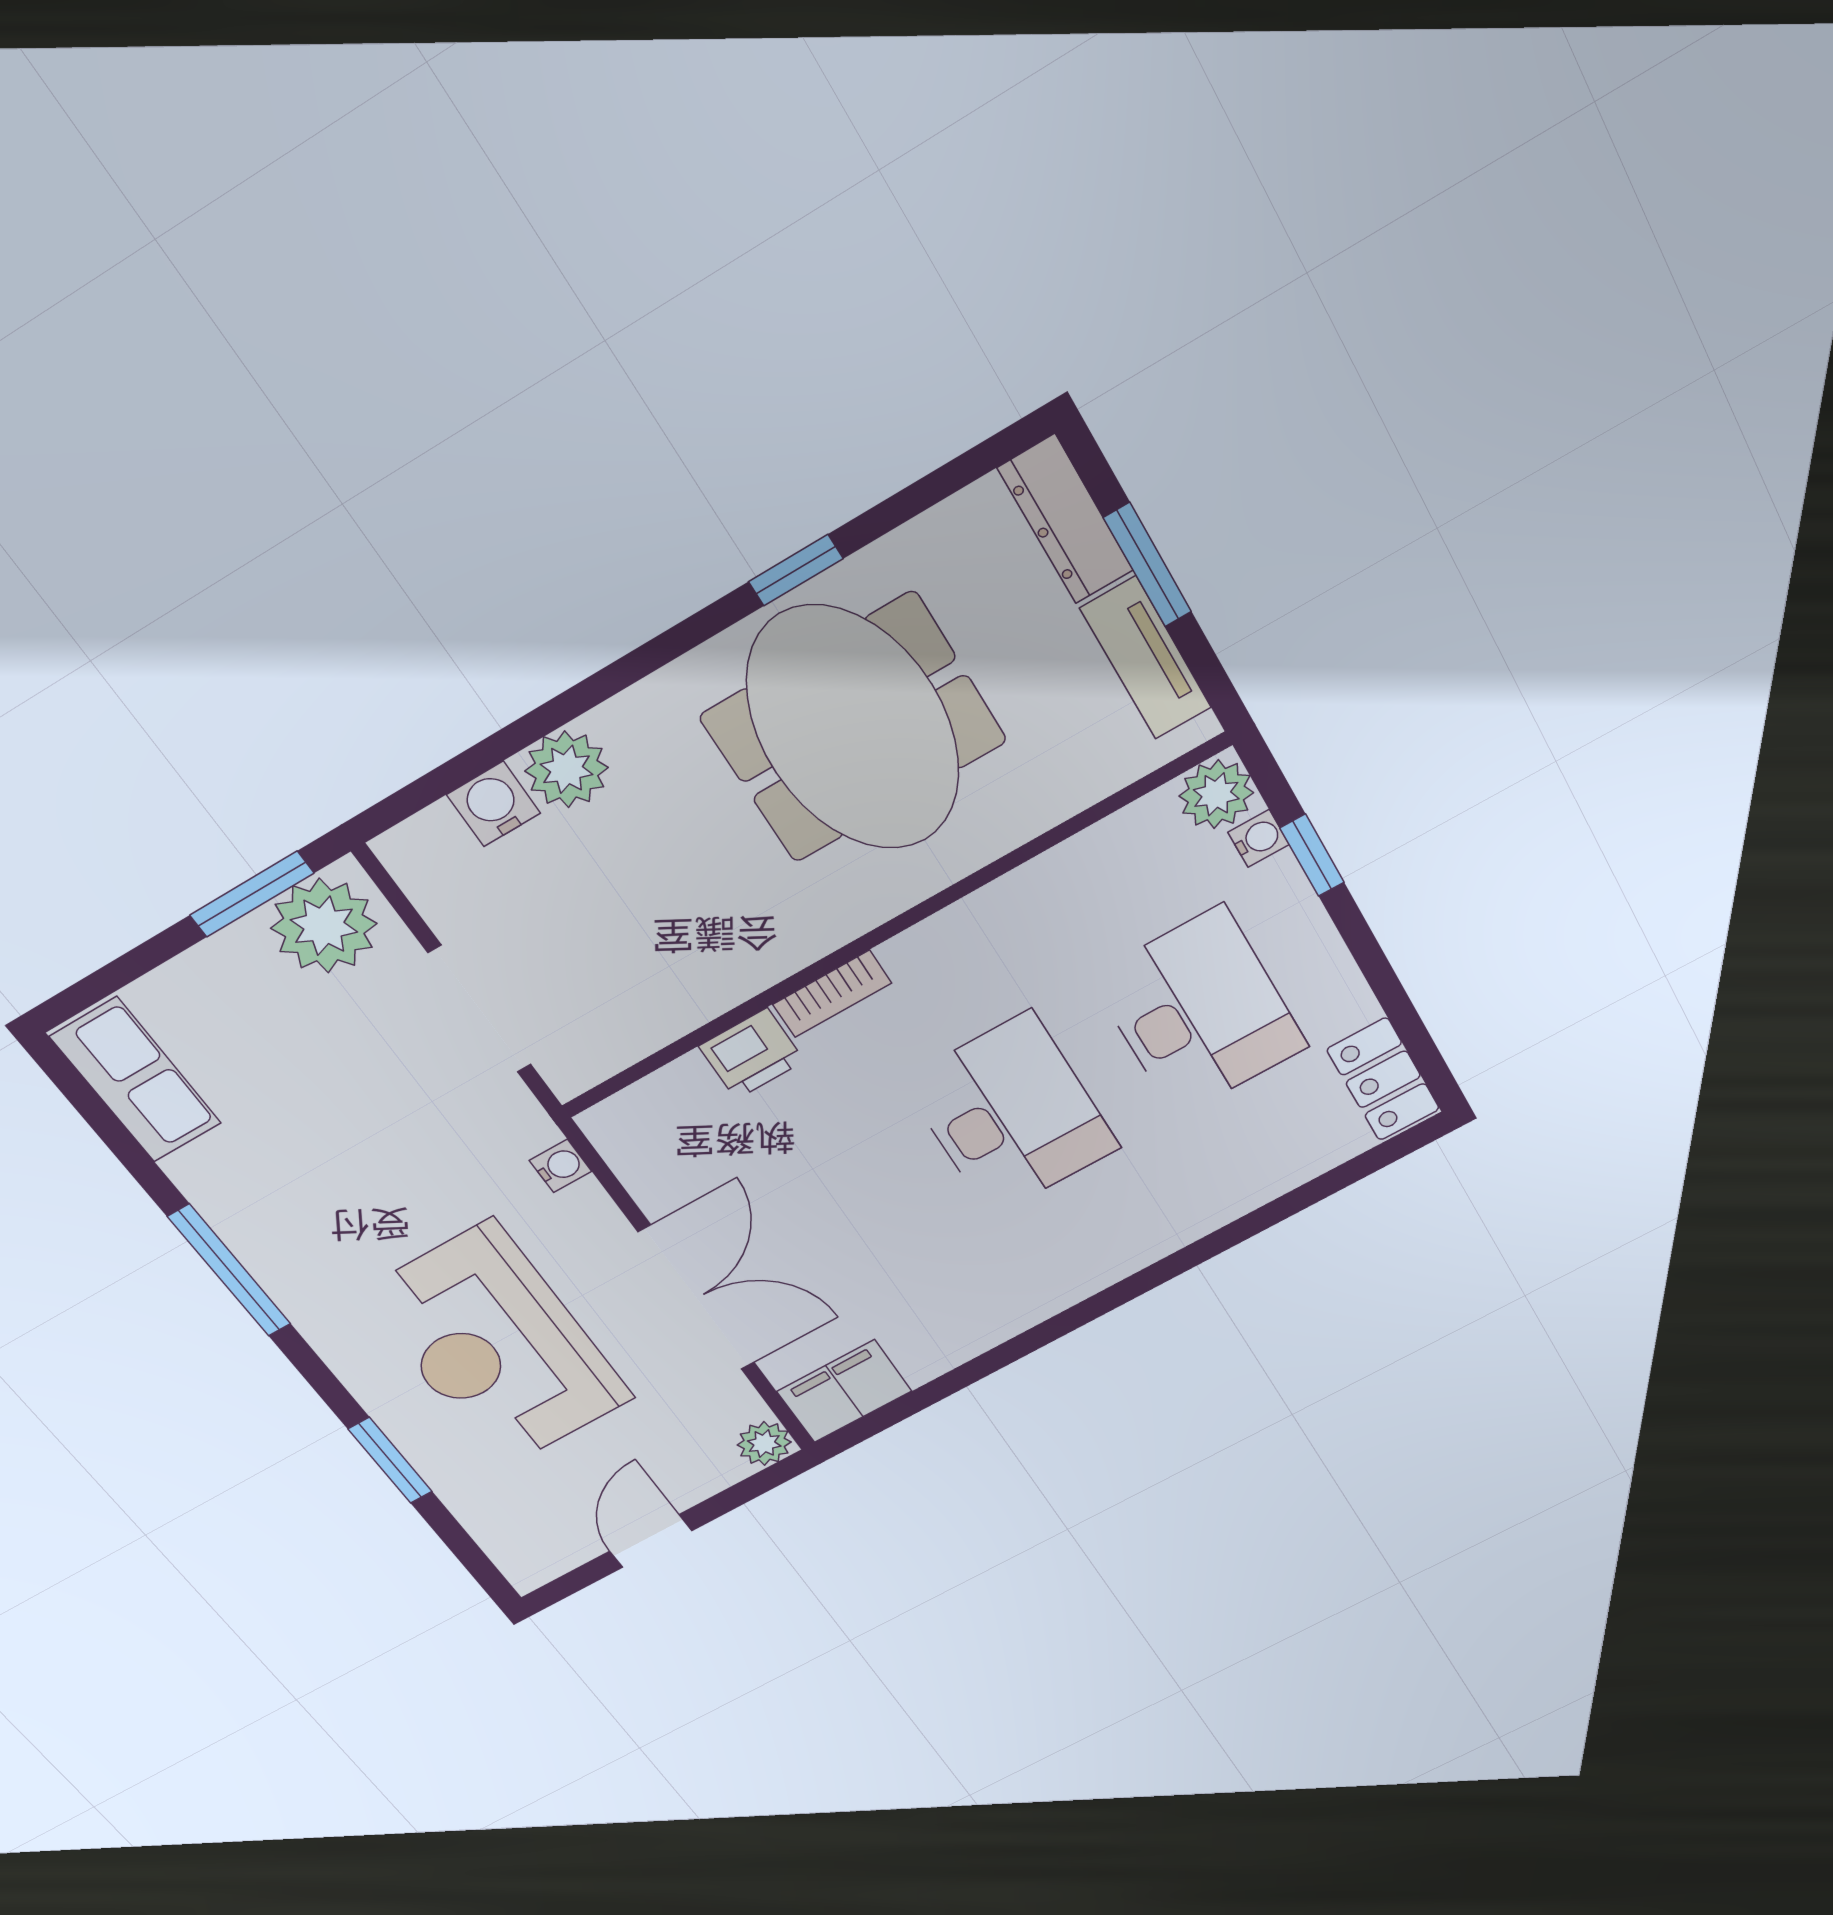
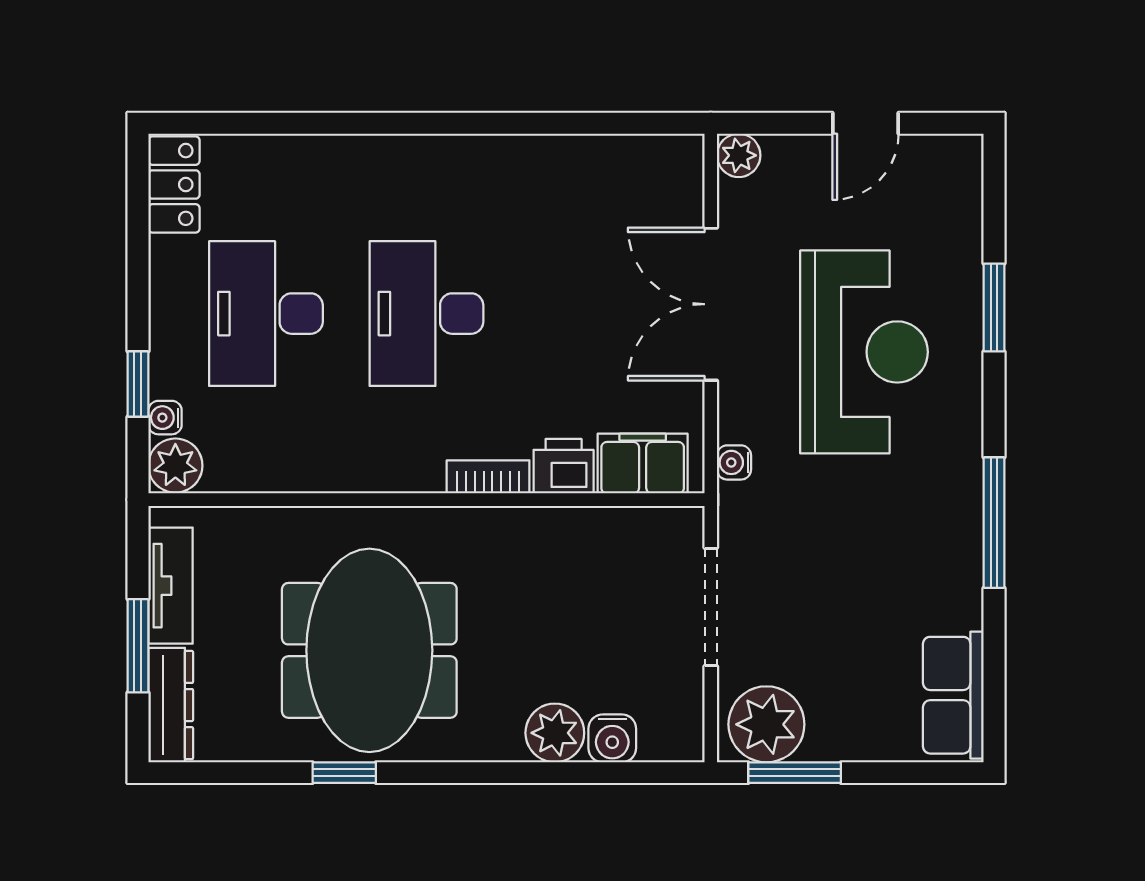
filing cabinet: (844, 1391) -> (643, 463), moved, turned 180

